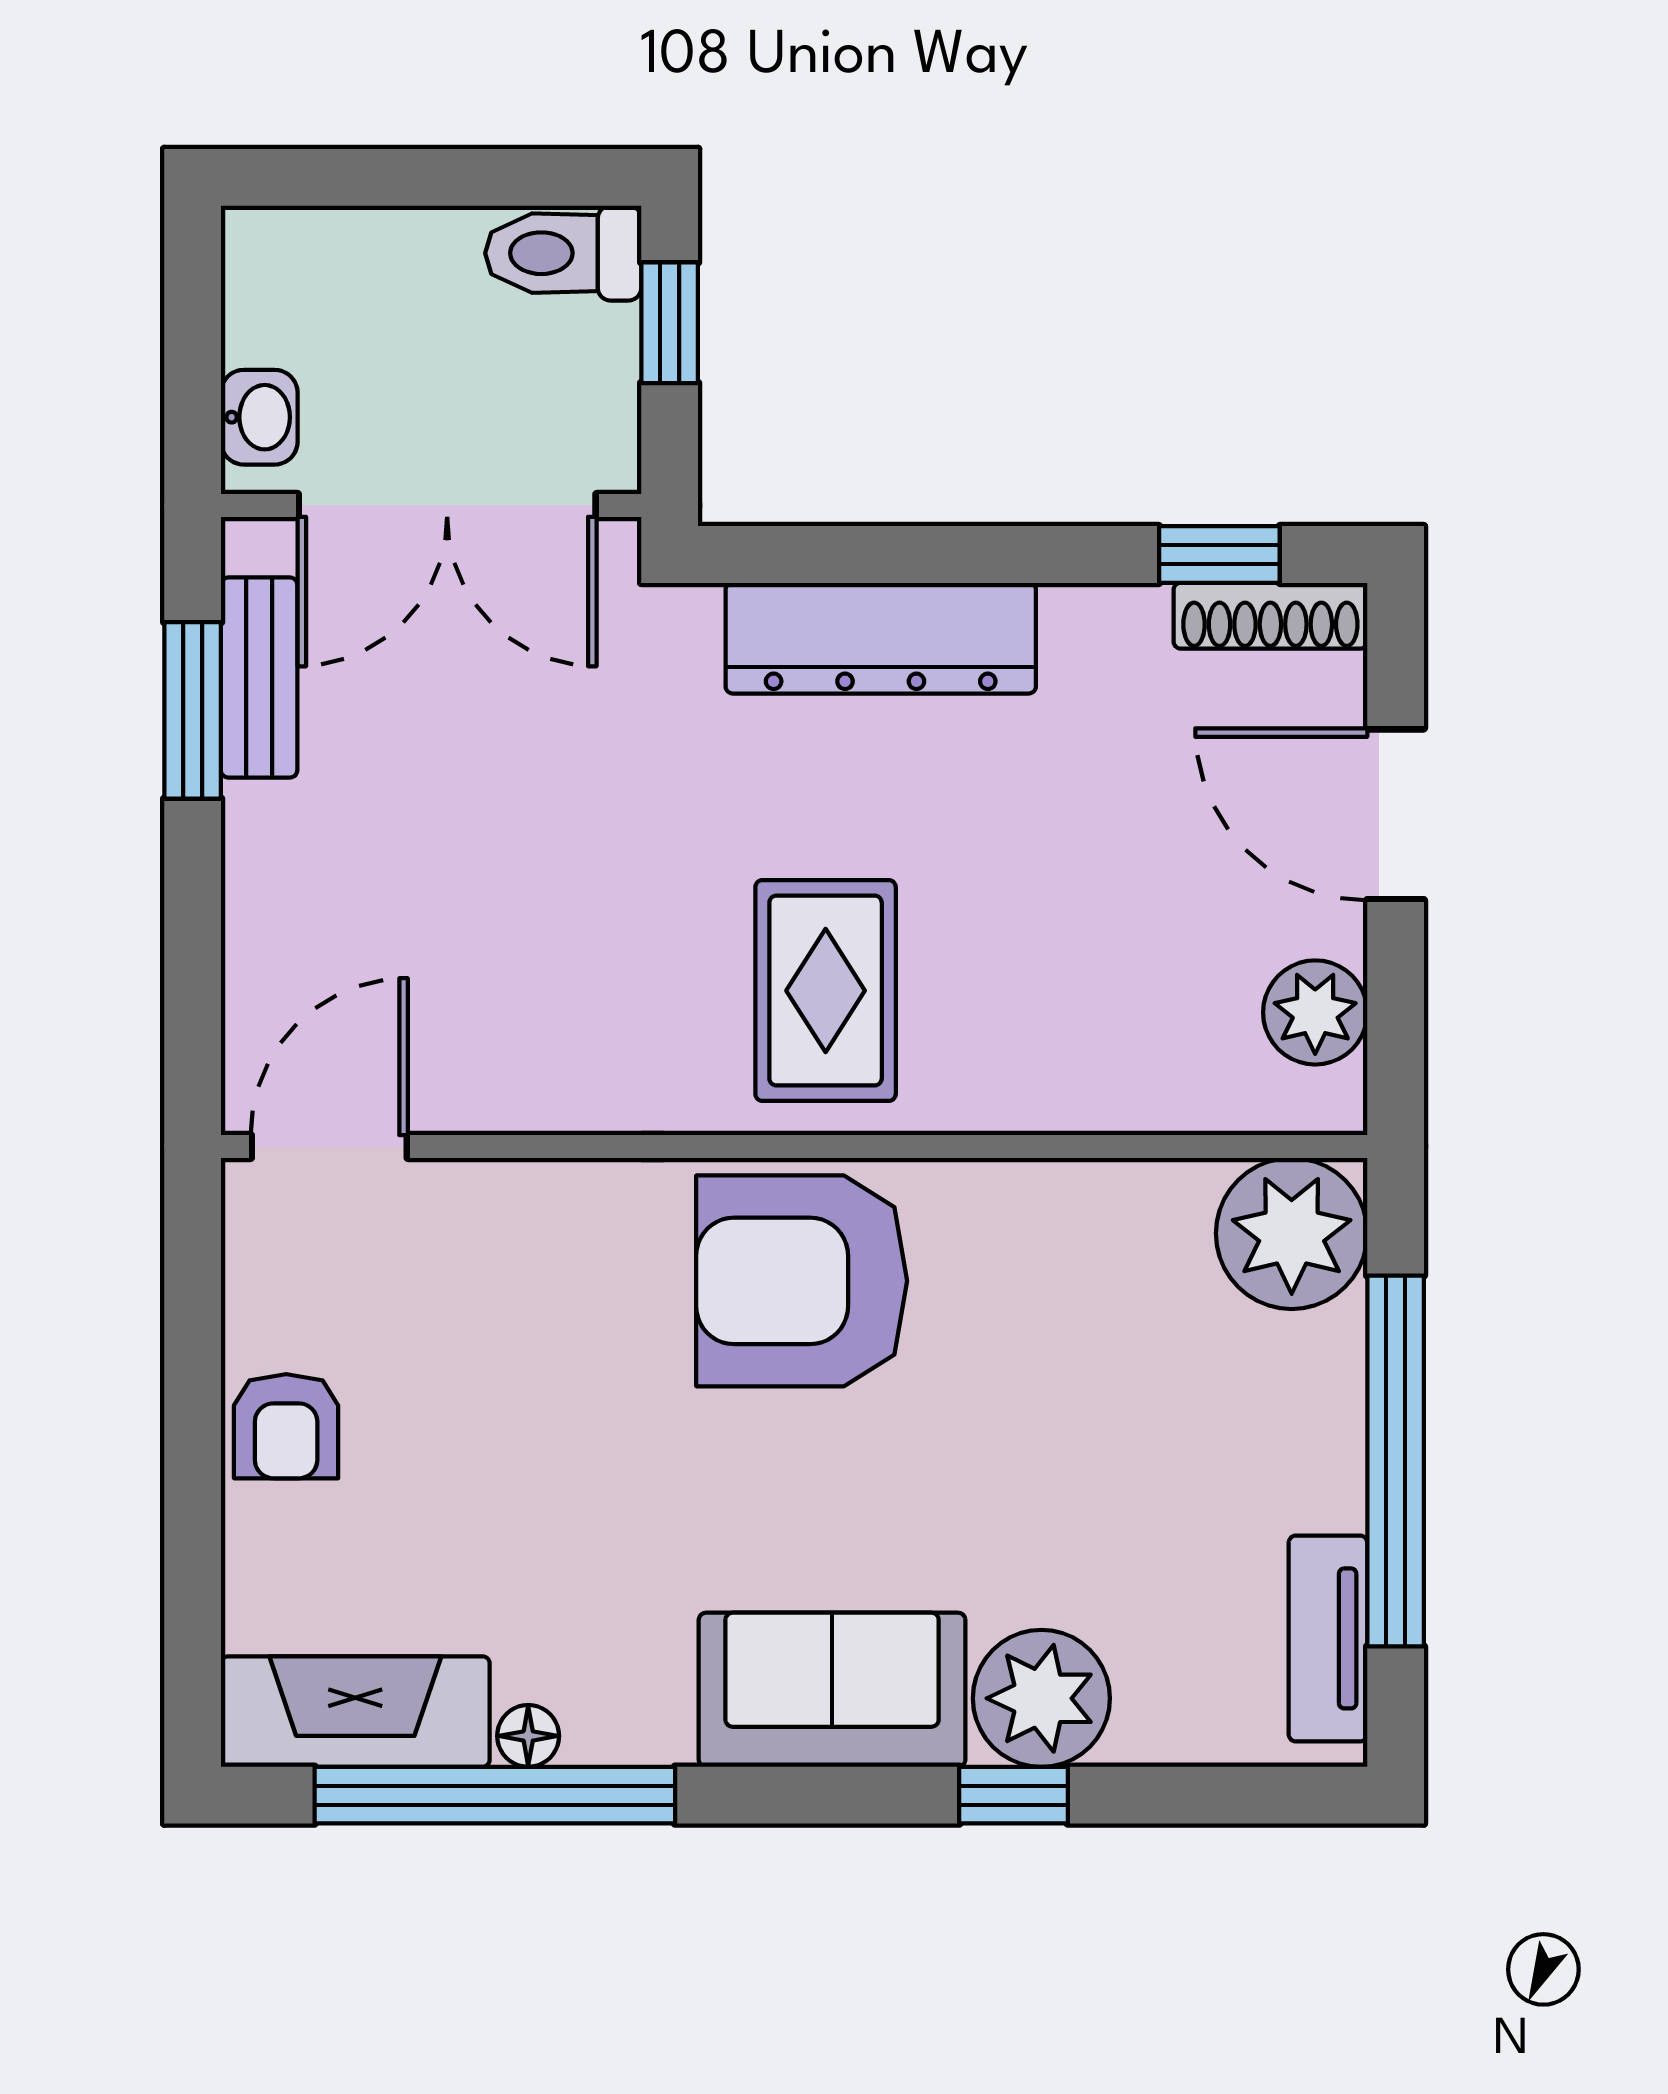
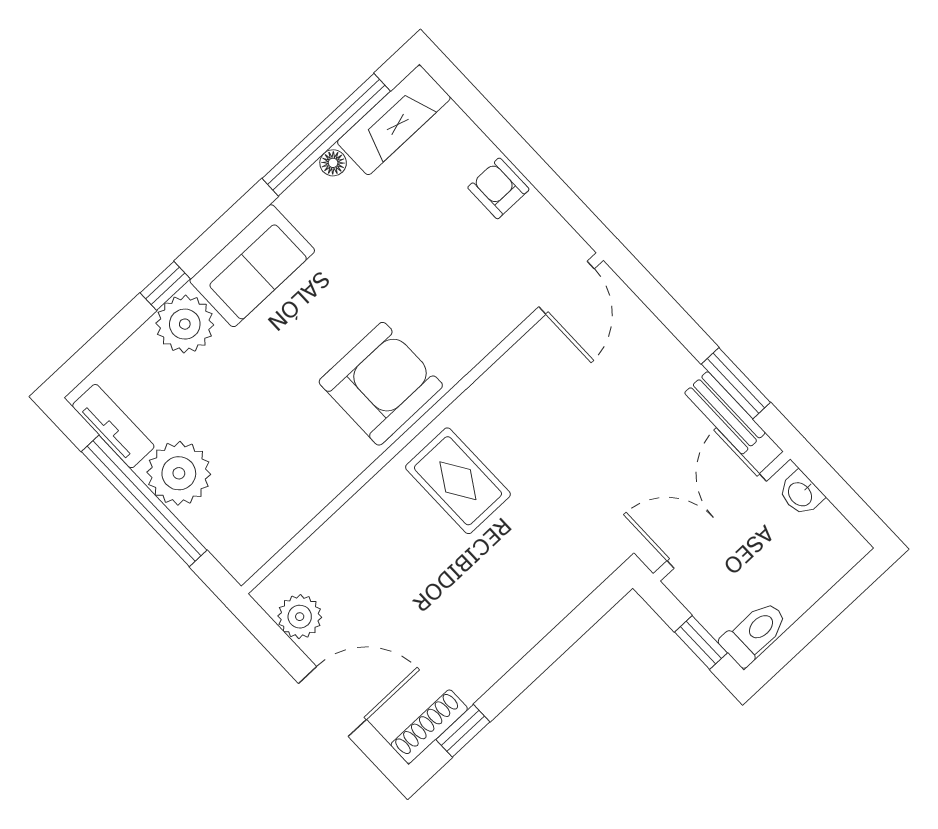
dresser: (881, 638) -> (544, 606), removed
plant: (1292, 1233) -> (179, 473), moved

